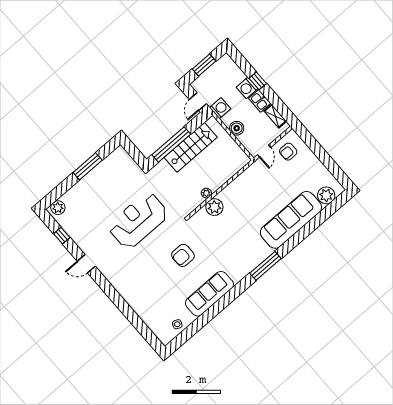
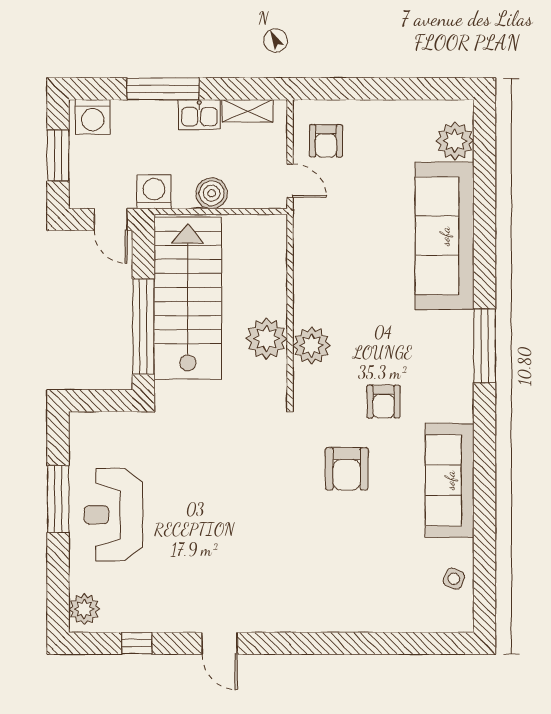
window: (258, 81) -> (163, 89), width x2.17
washing machine: (247, 88) -> (93, 117), moved
stairs: (191, 147) -> (188, 298), width x1.36, depth x1.51
plant: (206, 193) -> (267, 339), width x1.88, depth x1.88
reception desk: (138, 221) -> (113, 515), moved, width x0.74, depth x0.77
armchair: (217, 248) -> (384, 402), added
door: (86, 264) -> (220, 643), hinge flipped

